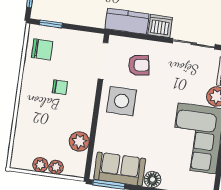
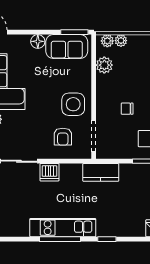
kitchen counter: (127, 21) -> (101, 172), moved
armchair: (139, 65) -> (63, 137), turned -81
plant: (40, 165) -> (107, 41), moved

